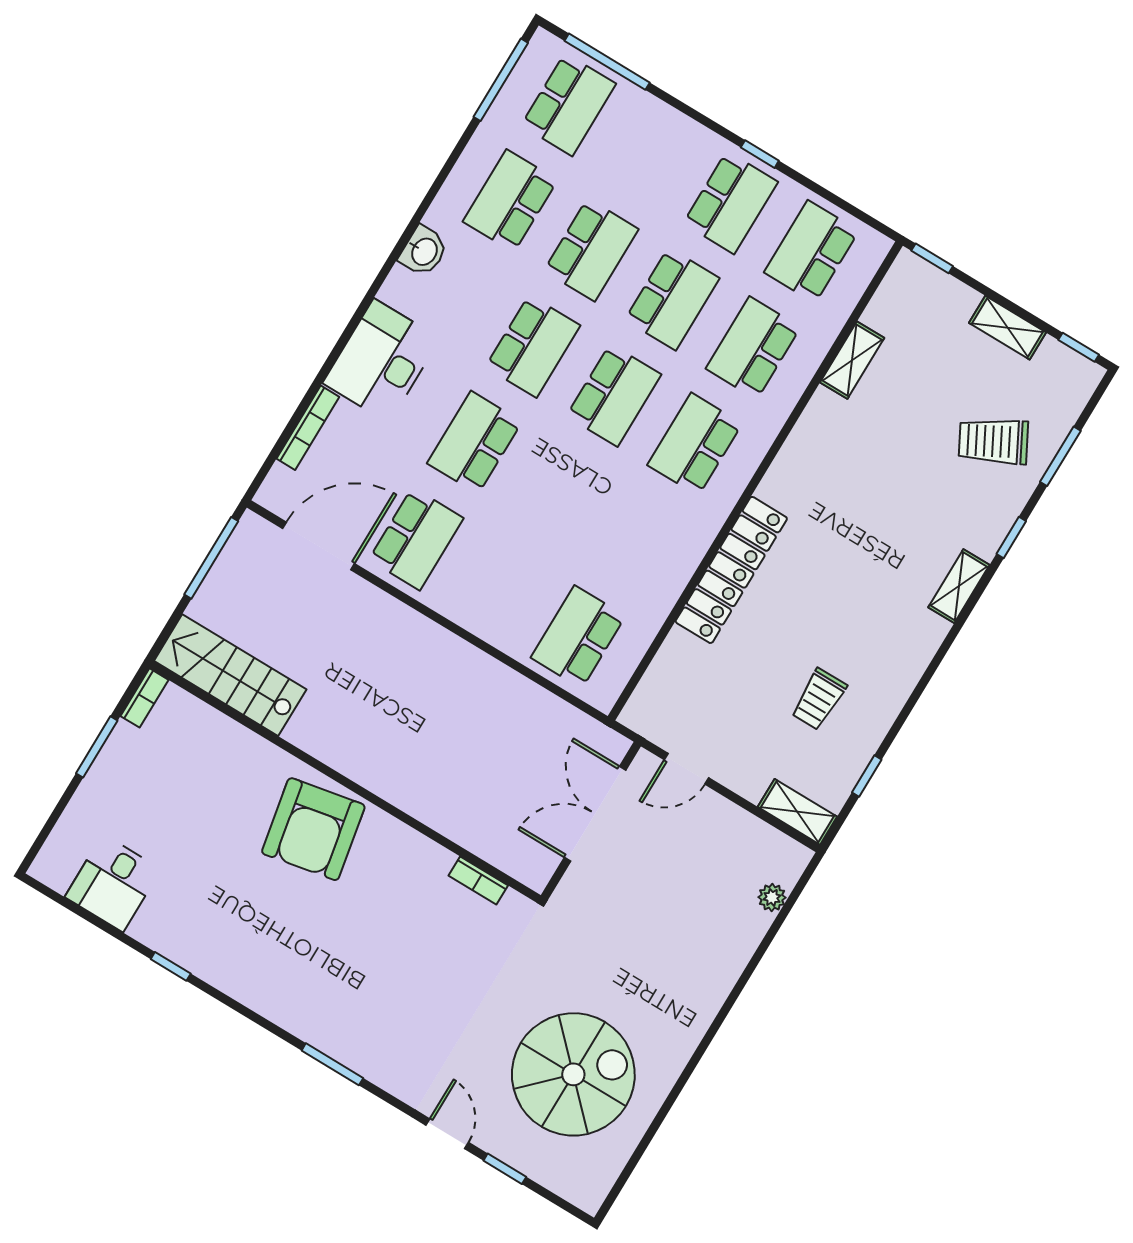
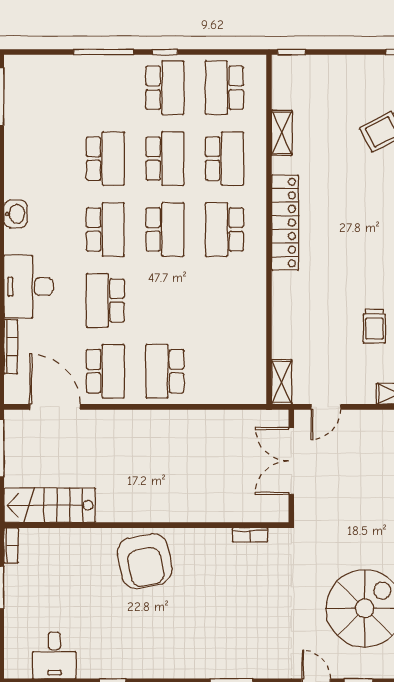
window: (607, 62) -> (104, 52), moved
school desk: (569, 105) -> (46, 88), removed
school desk: (510, 201) -> (46, 159), removed
shelving: (1008, 328) -> (282, 382), moved, turned 90
school desk: (753, 348) -> (224, 159), turned 180
door: (319, 546) -> (55, 407), hinge flipped
locker: (731, 570) -> (285, 223), moved
school desk: (578, 637) -> (165, 371), moved

